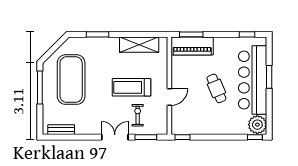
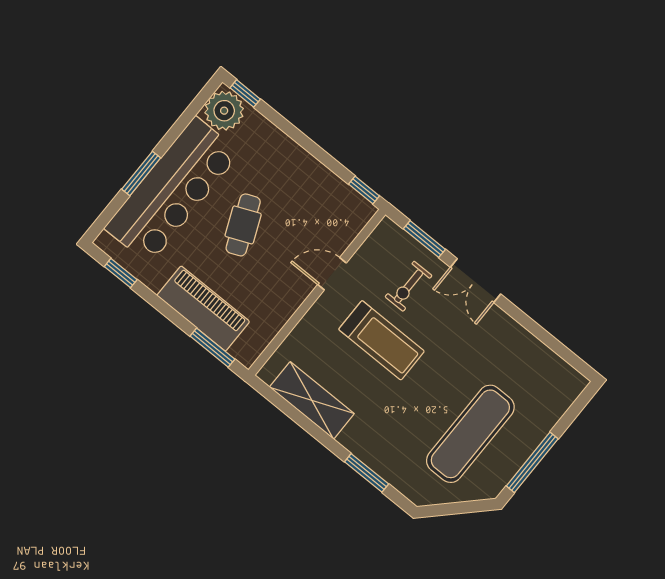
piano: (192, 46) -> (203, 309), moved
exercise mat: (71, 80) -> (470, 434), width x0.68
bench: (61, 130) -> (554, 365), removed

